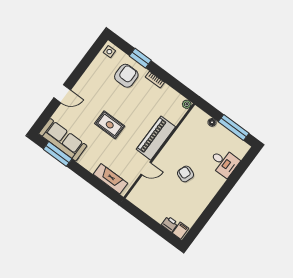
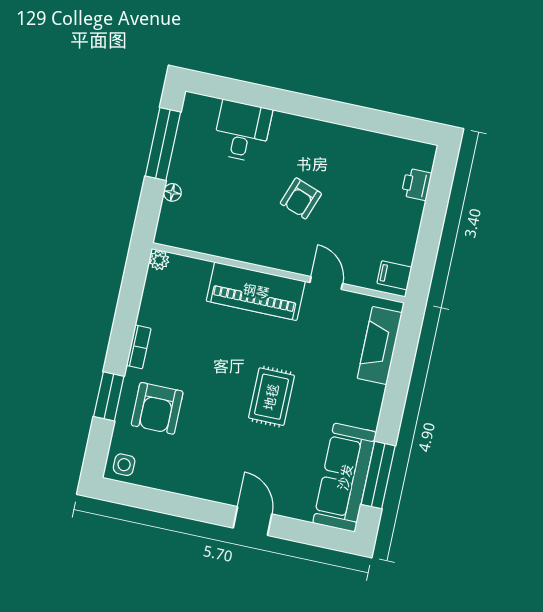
armchair: (126, 76) -> (157, 408), turned -90
filing cabinet: (180, 231) -> (394, 275), moved

